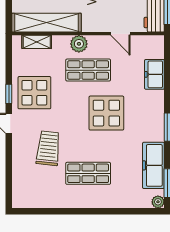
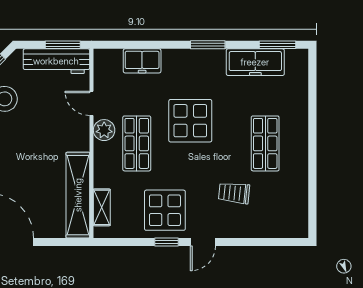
door: (120, 34) -> (92, 103), swing flipped
plant: (79, 44) -> (104, 130), moved
trolley: (48, 148) -> (234, 193), width x0.73, depth x0.72
plant: (158, 202) -> (301, 57), removed

